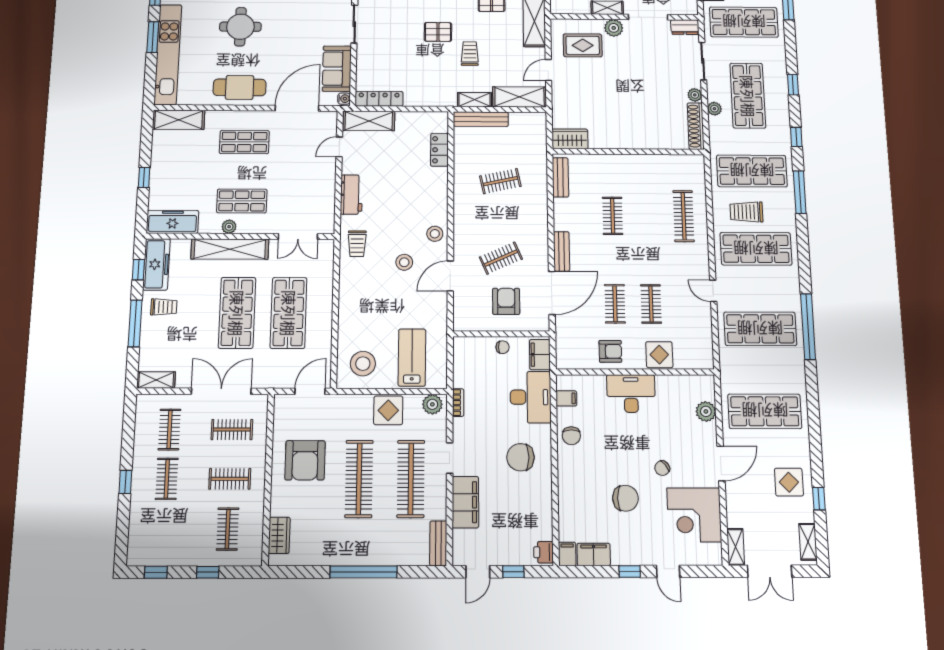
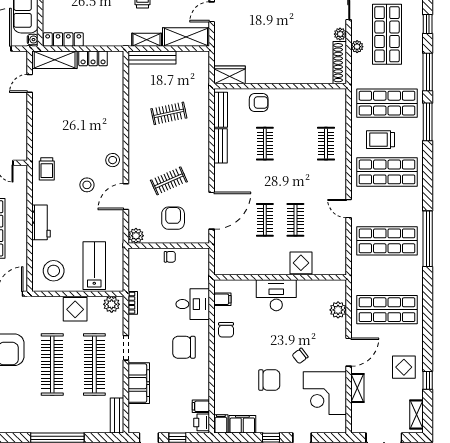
window: (796, 137) -> (428, 72), width x2.17
locker: (439, 150) -> (93, 58), moved, turned -90
workbench: (351, 195) -> (41, 222), moved
clothes rail: (684, 216) -> (326, 144), width x0.73
bench: (562, 251) -> (221, 146), moved
plant: (462, 322) -> (136, 236), added
armchair: (610, 351) -> (259, 103), moved
filing cabinet: (540, 355) -> (201, 406), moved, width x0.50
desk: (531, 397) -> (193, 304), width x0.73
shelving: (736, 547) -> (357, 388), moved

